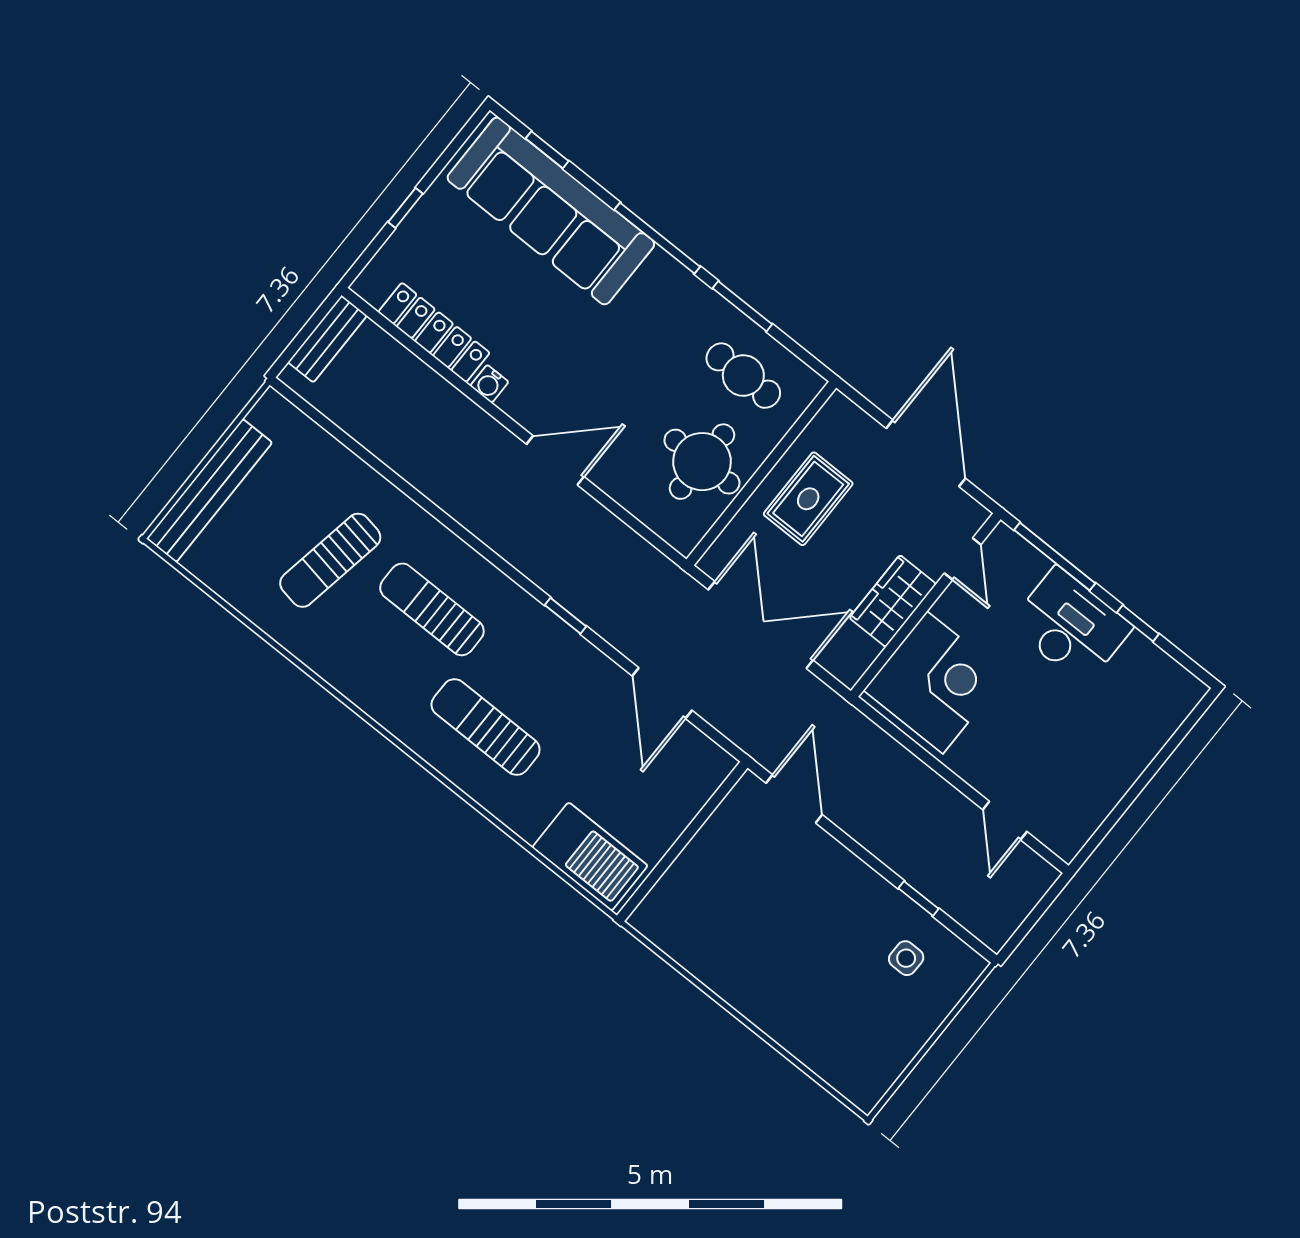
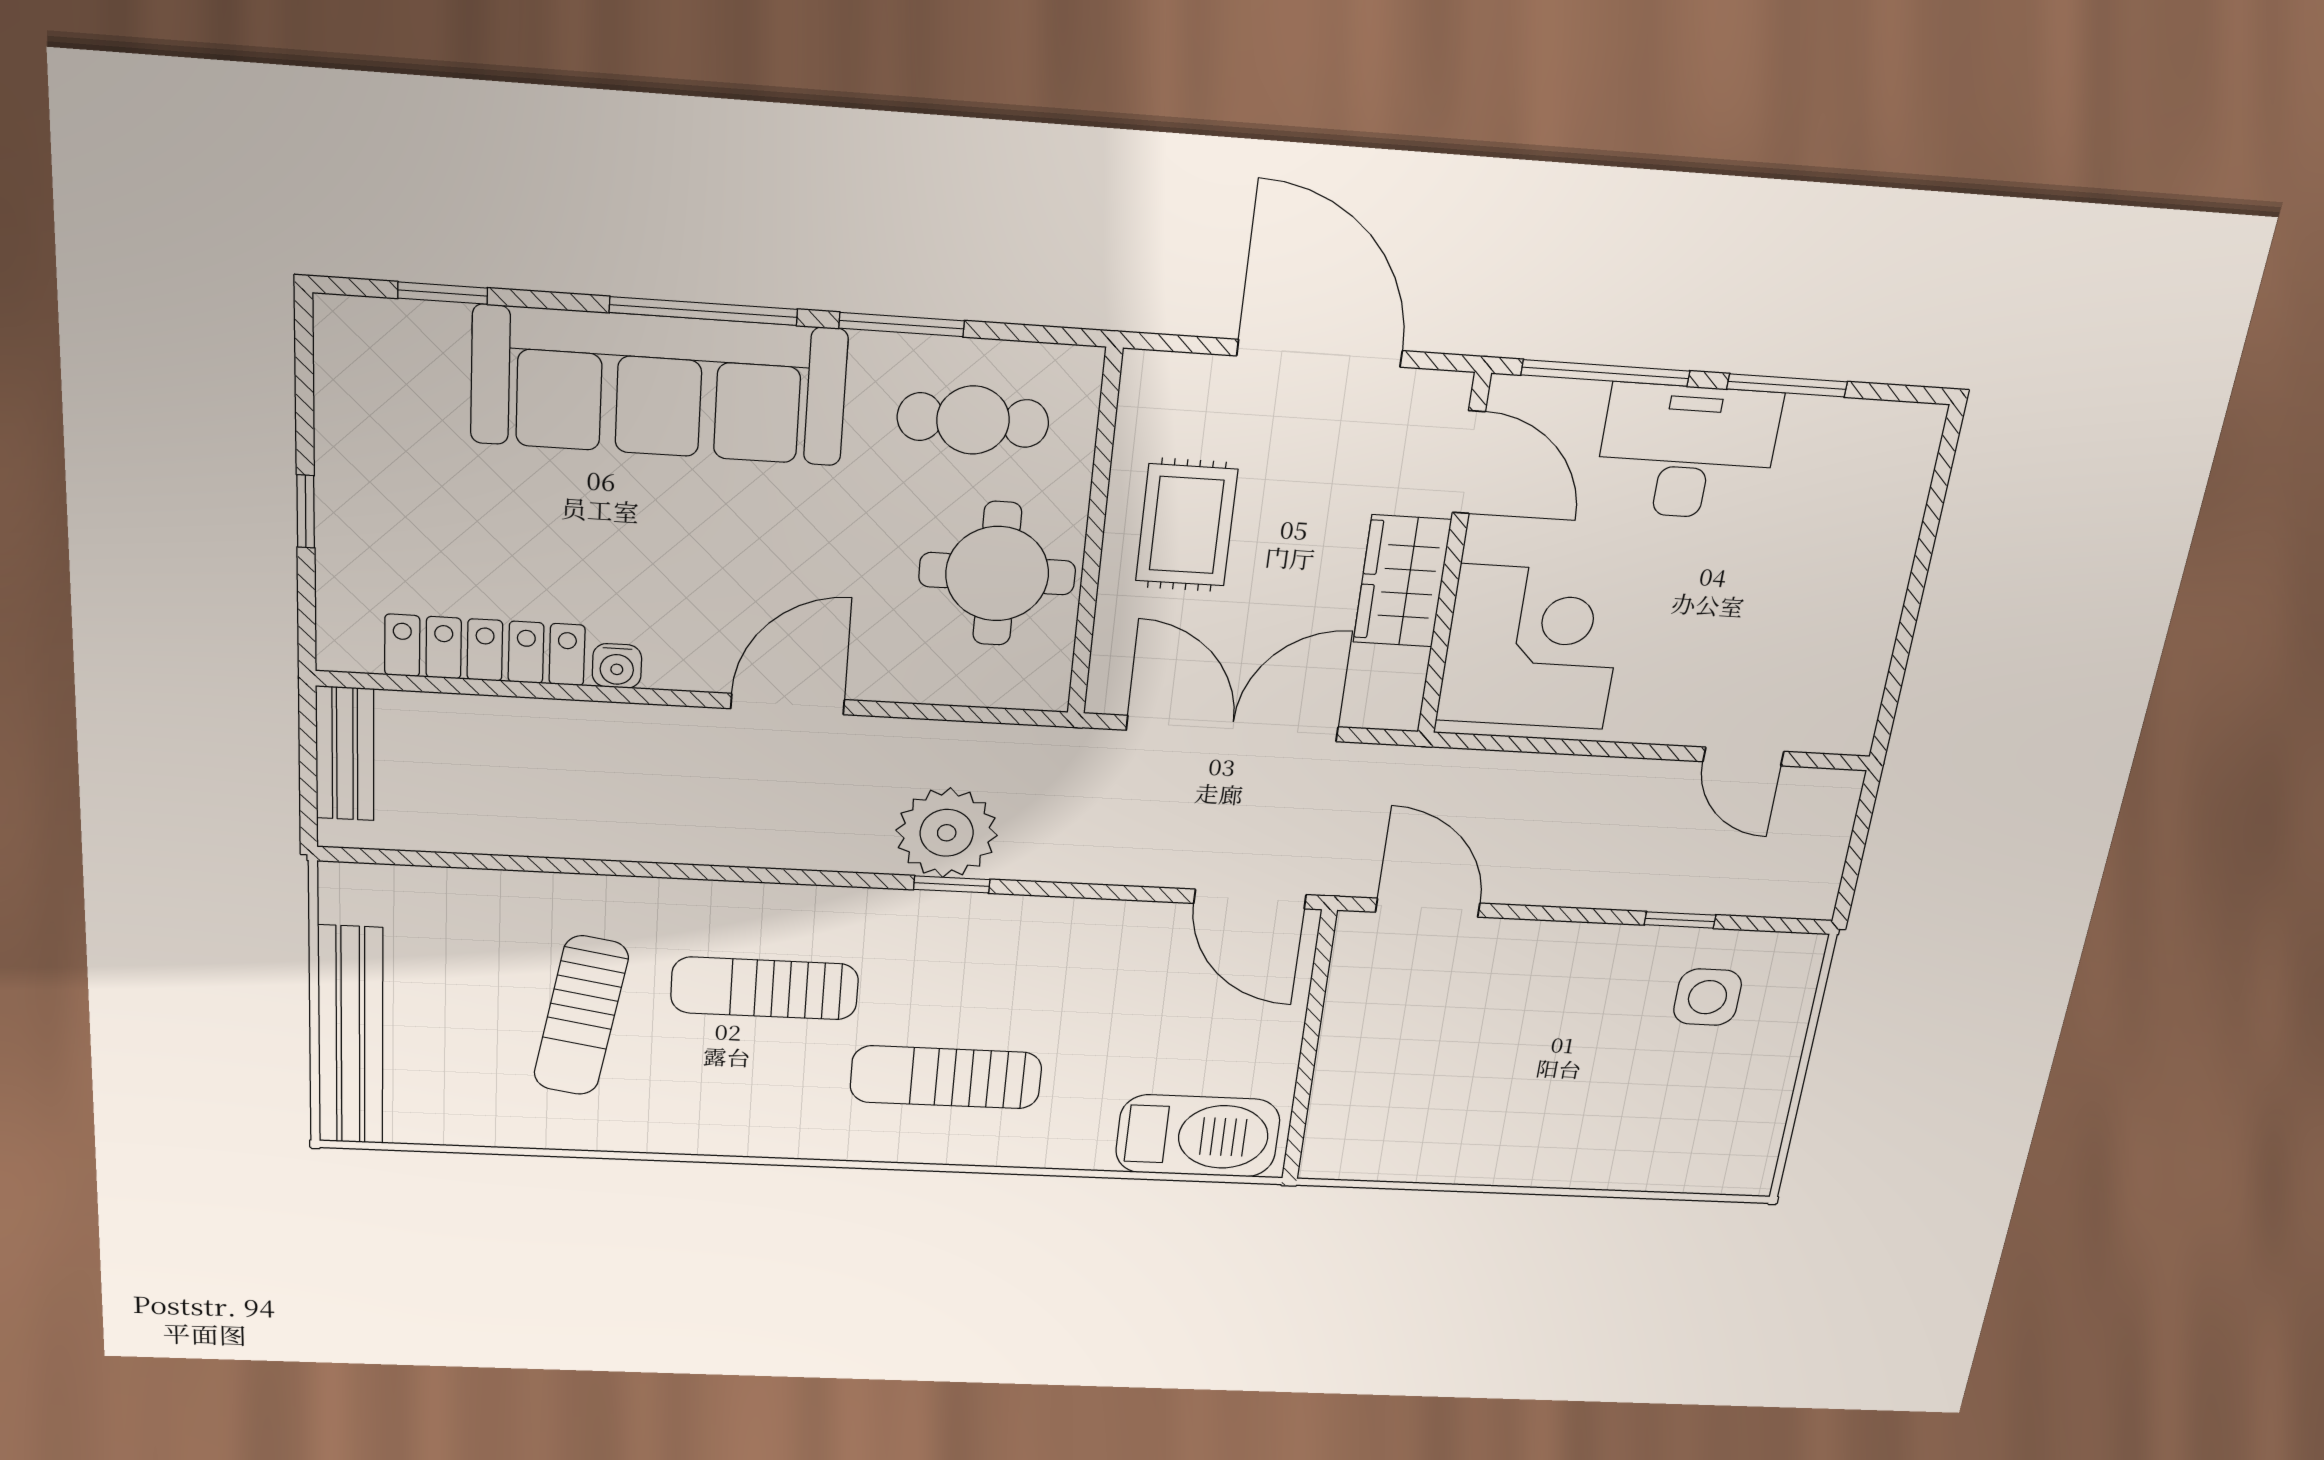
sofa: (551, 211) -> (659, 386), moved
door: (963, 559) -> (1469, 462), width x1.38
plant: (583, 585) -> (947, 833), added
window: (1138, 623) -> (1787, 385), width x1.50
door: (662, 693) -> (1250, 899), moved
side table: (906, 958) -> (1707, 997), width x1.37, depth x1.37

